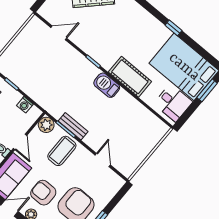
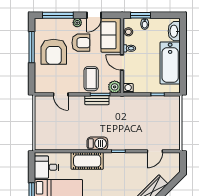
washing machine: (25, 105) -> (128, 88), moved

